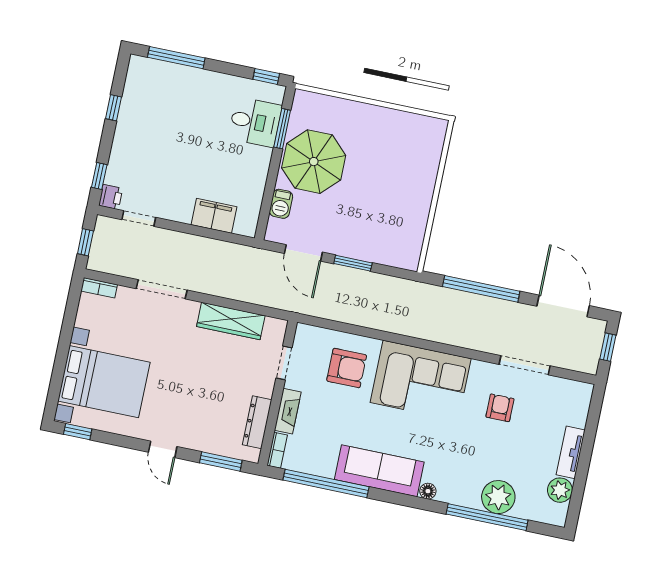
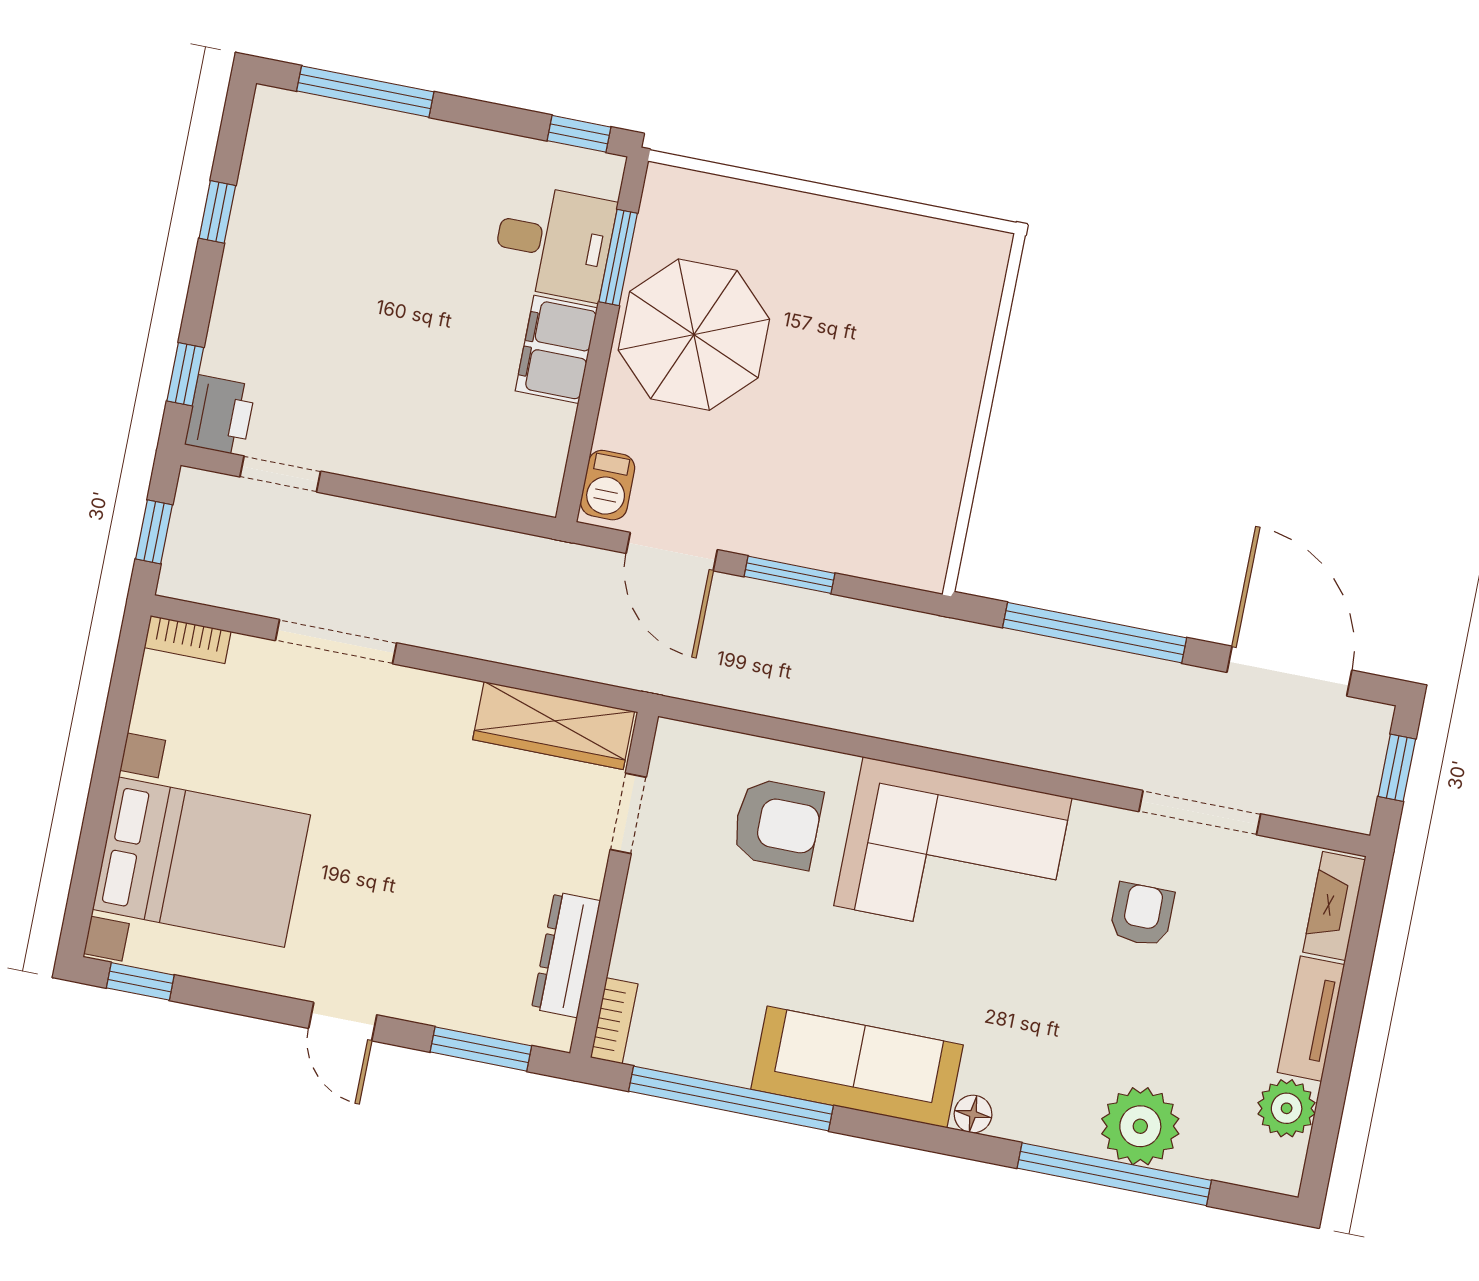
printer: (111, 197) -> (220, 415), width x1.36, depth x1.24
barbecue: (281, 204) -> (608, 485), moved
filing cabinet: (214, 216) -> (556, 349), moved, turned -90
wardrobe: (231, 321) -> (554, 725), moved
fireplace: (288, 411) -> (1334, 906), moved, turned 180

